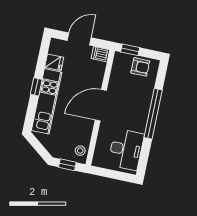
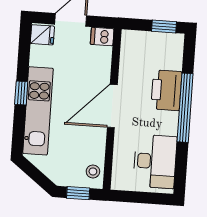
window: (130, 50) -> (164, 26), moved
fridge: (54, 62) -> (42, 35), moved
armchair: (140, 67) -> (159, 46), removed
printer: (141, 99) -> (166, 90), added

